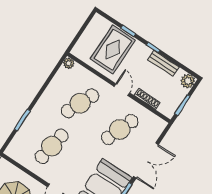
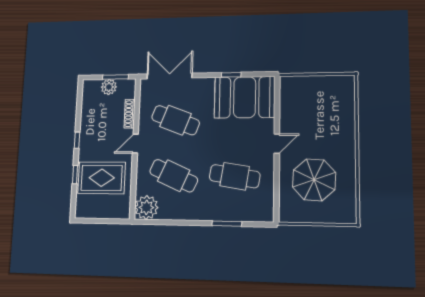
plant: (69, 63) -> (146, 207), width x1.87, depth x1.87
bench: (163, 63) -> (87, 121), removed
plant: (188, 81) -> (109, 87), moved
double door: (146, 160) -> (169, 76), moved

